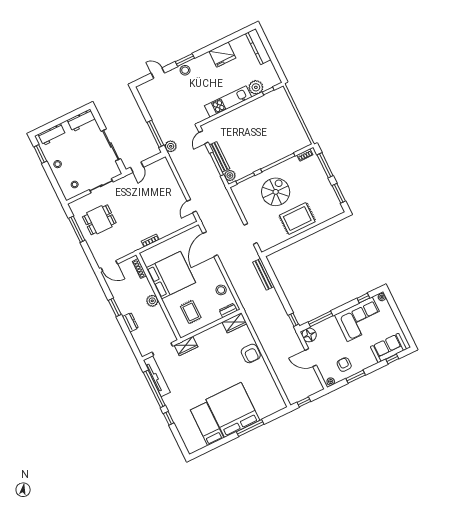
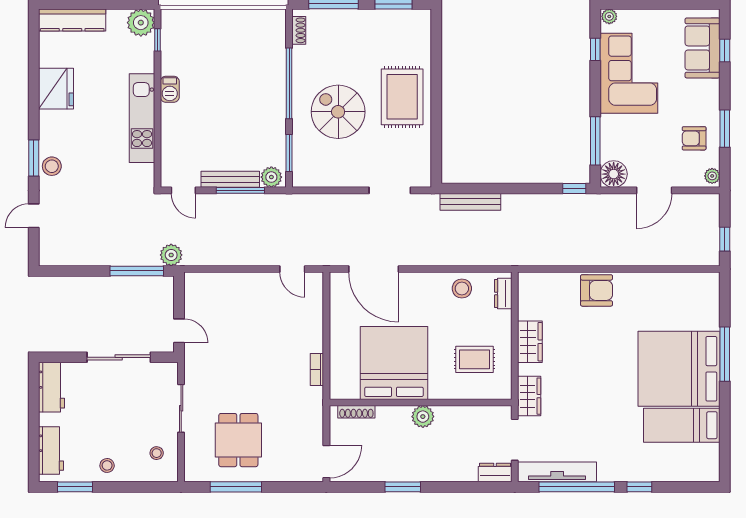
plant: (256, 87) -> (141, 23), moved
barbecue: (248, 108) -> (170, 89), added
dresser: (130, 322) -> (495, 473), moved
wardrobe: (234, 323) -> (530, 342), moved

